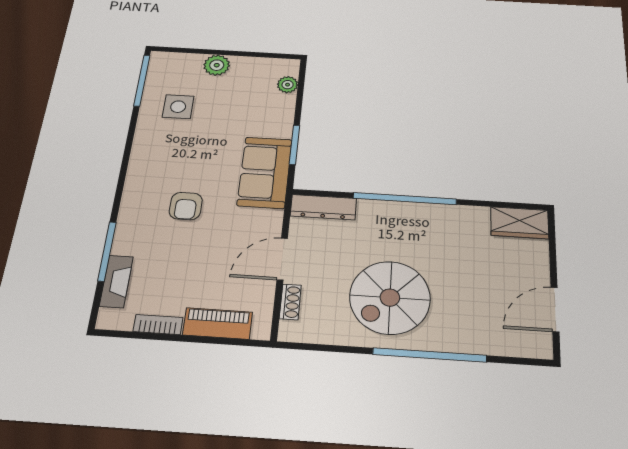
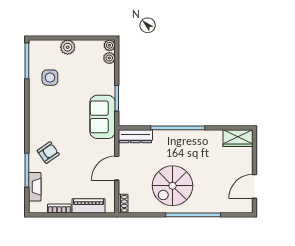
plant: (290, 67) -> (109, 45), added
armchair: (186, 206) -> (48, 153), moved, turned -125
shoe rack: (290, 302) -> (123, 204), moved

